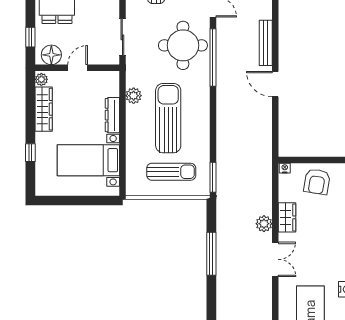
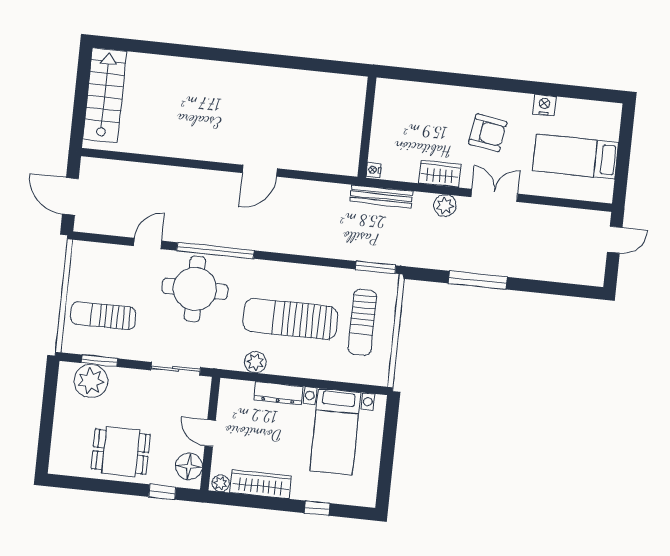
bench: (266, 43) -> (381, 196), moved
sun lounger: (171, 172) -> (362, 322), turned 180
armchair: (317, 182) -> (488, 133), moved

